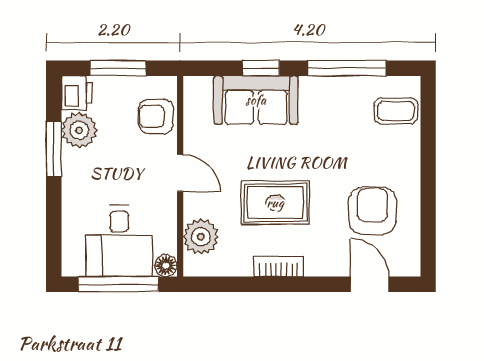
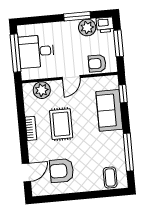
window: (261, 68) -> (123, 94), moved
armchair: (156, 116) -> (97, 63), turned -90
armchair: (372, 211) -> (62, 171), turned 180
floor lamp: (166, 266) -> (27, 75), removed

